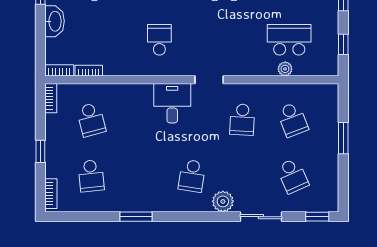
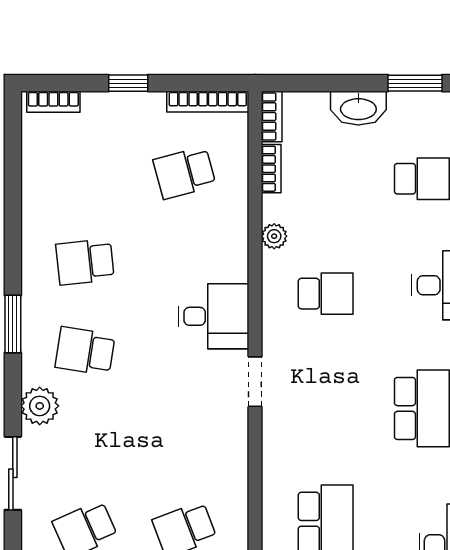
plant: (285, 69) -> (274, 236), moved
bookcase: (51, 98) -> (208, 102), width x1.56
school desk: (242, 120) -> (184, 440), removed
school desk: (91, 176) -> (85, 262), moved
window: (136, 217) -> (13, 324), moved

